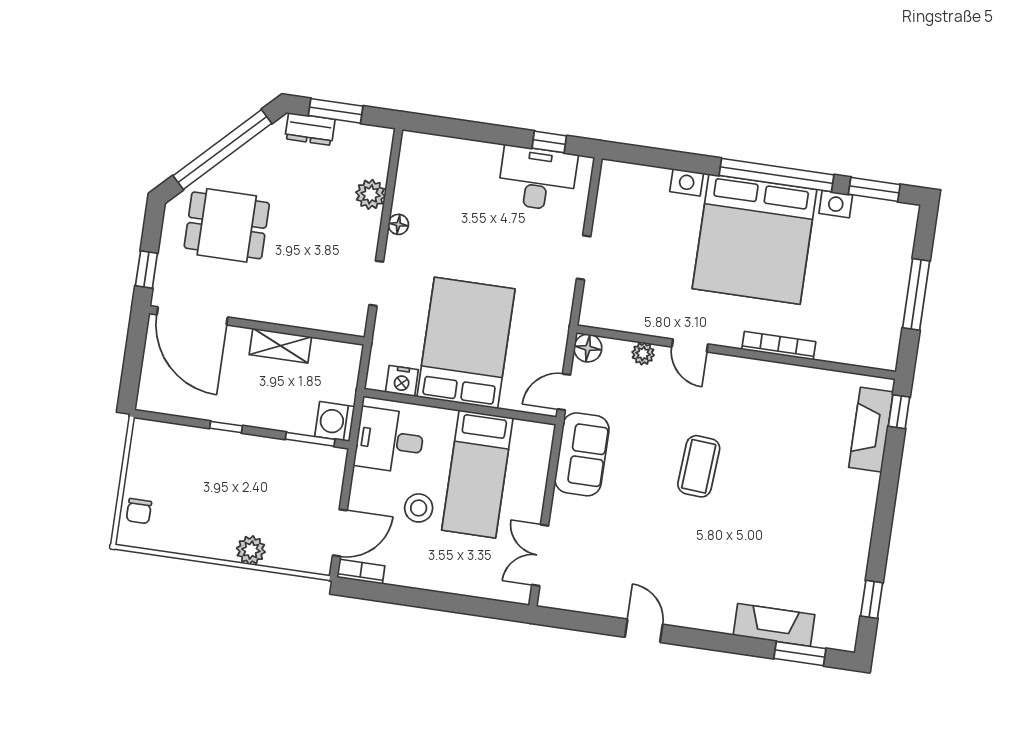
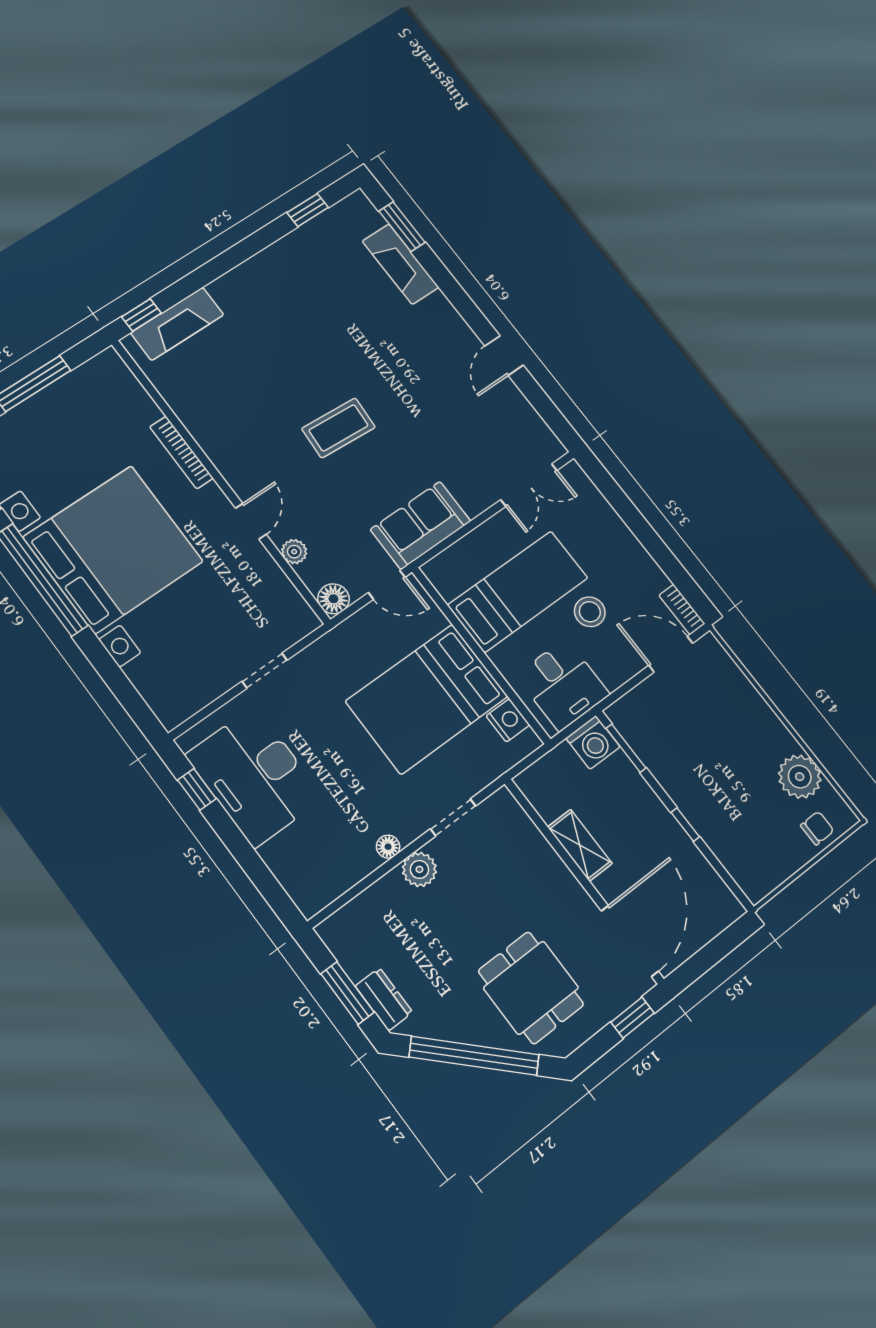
desk: (537, 178) -> (255, 776), width x1.36, depth x1.30
plant: (370, 194) -> (419, 869), moved
plant: (251, 550) -> (800, 777), moved, width x1.36, depth x1.36

